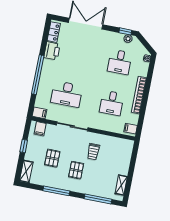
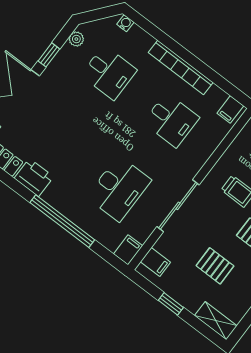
window: (125, 31) -> (49, 55), moved

